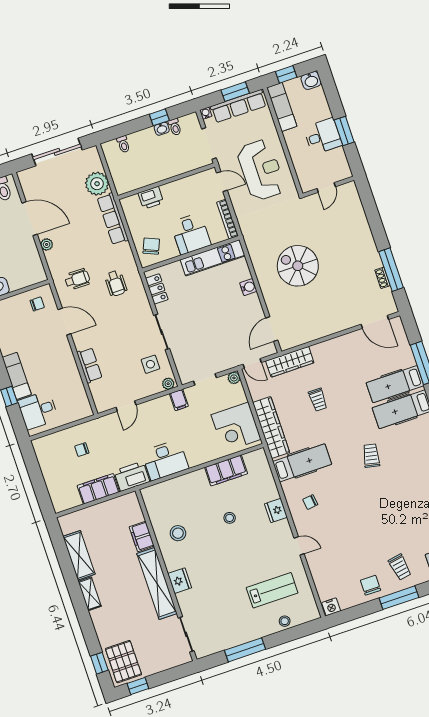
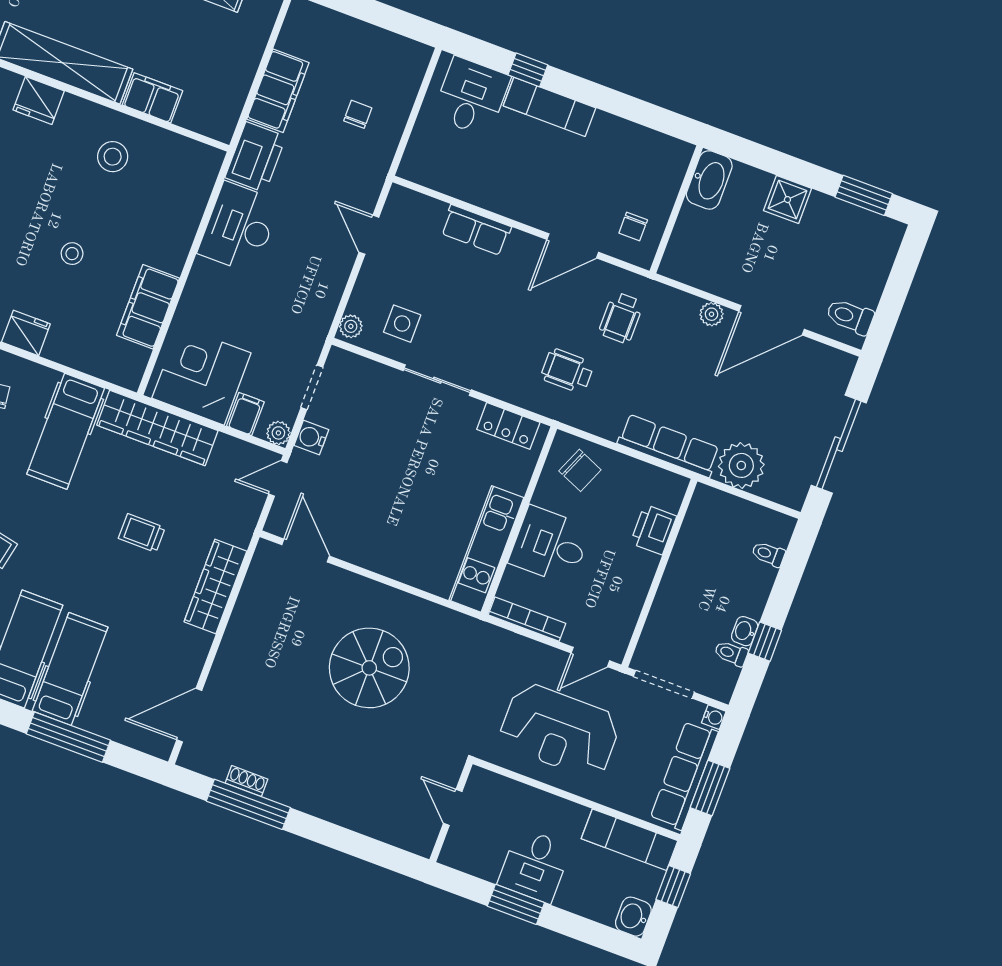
water cooler: (248, 287) -> (311, 438), moved, turned 90
wardrobe: (290, 362) -> (215, 586), moved
filing cabinet: (179, 400) -> (245, 414), moved, turned 90

